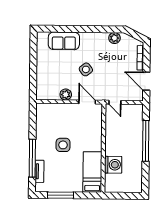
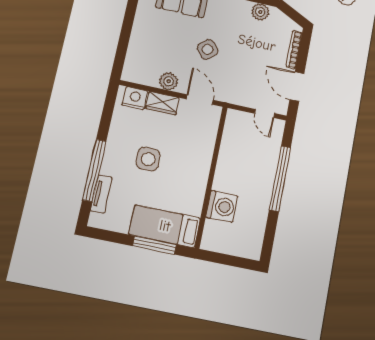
door: (115, 102) -> (265, 113), moved
nightstand: (47, 109) -> (135, 98), added
wardrobe: (65, 109) -> (162, 103), added
bed: (92, 172) -> (165, 226), moved, turned -90
window: (61, 195) -> (155, 245), moved

